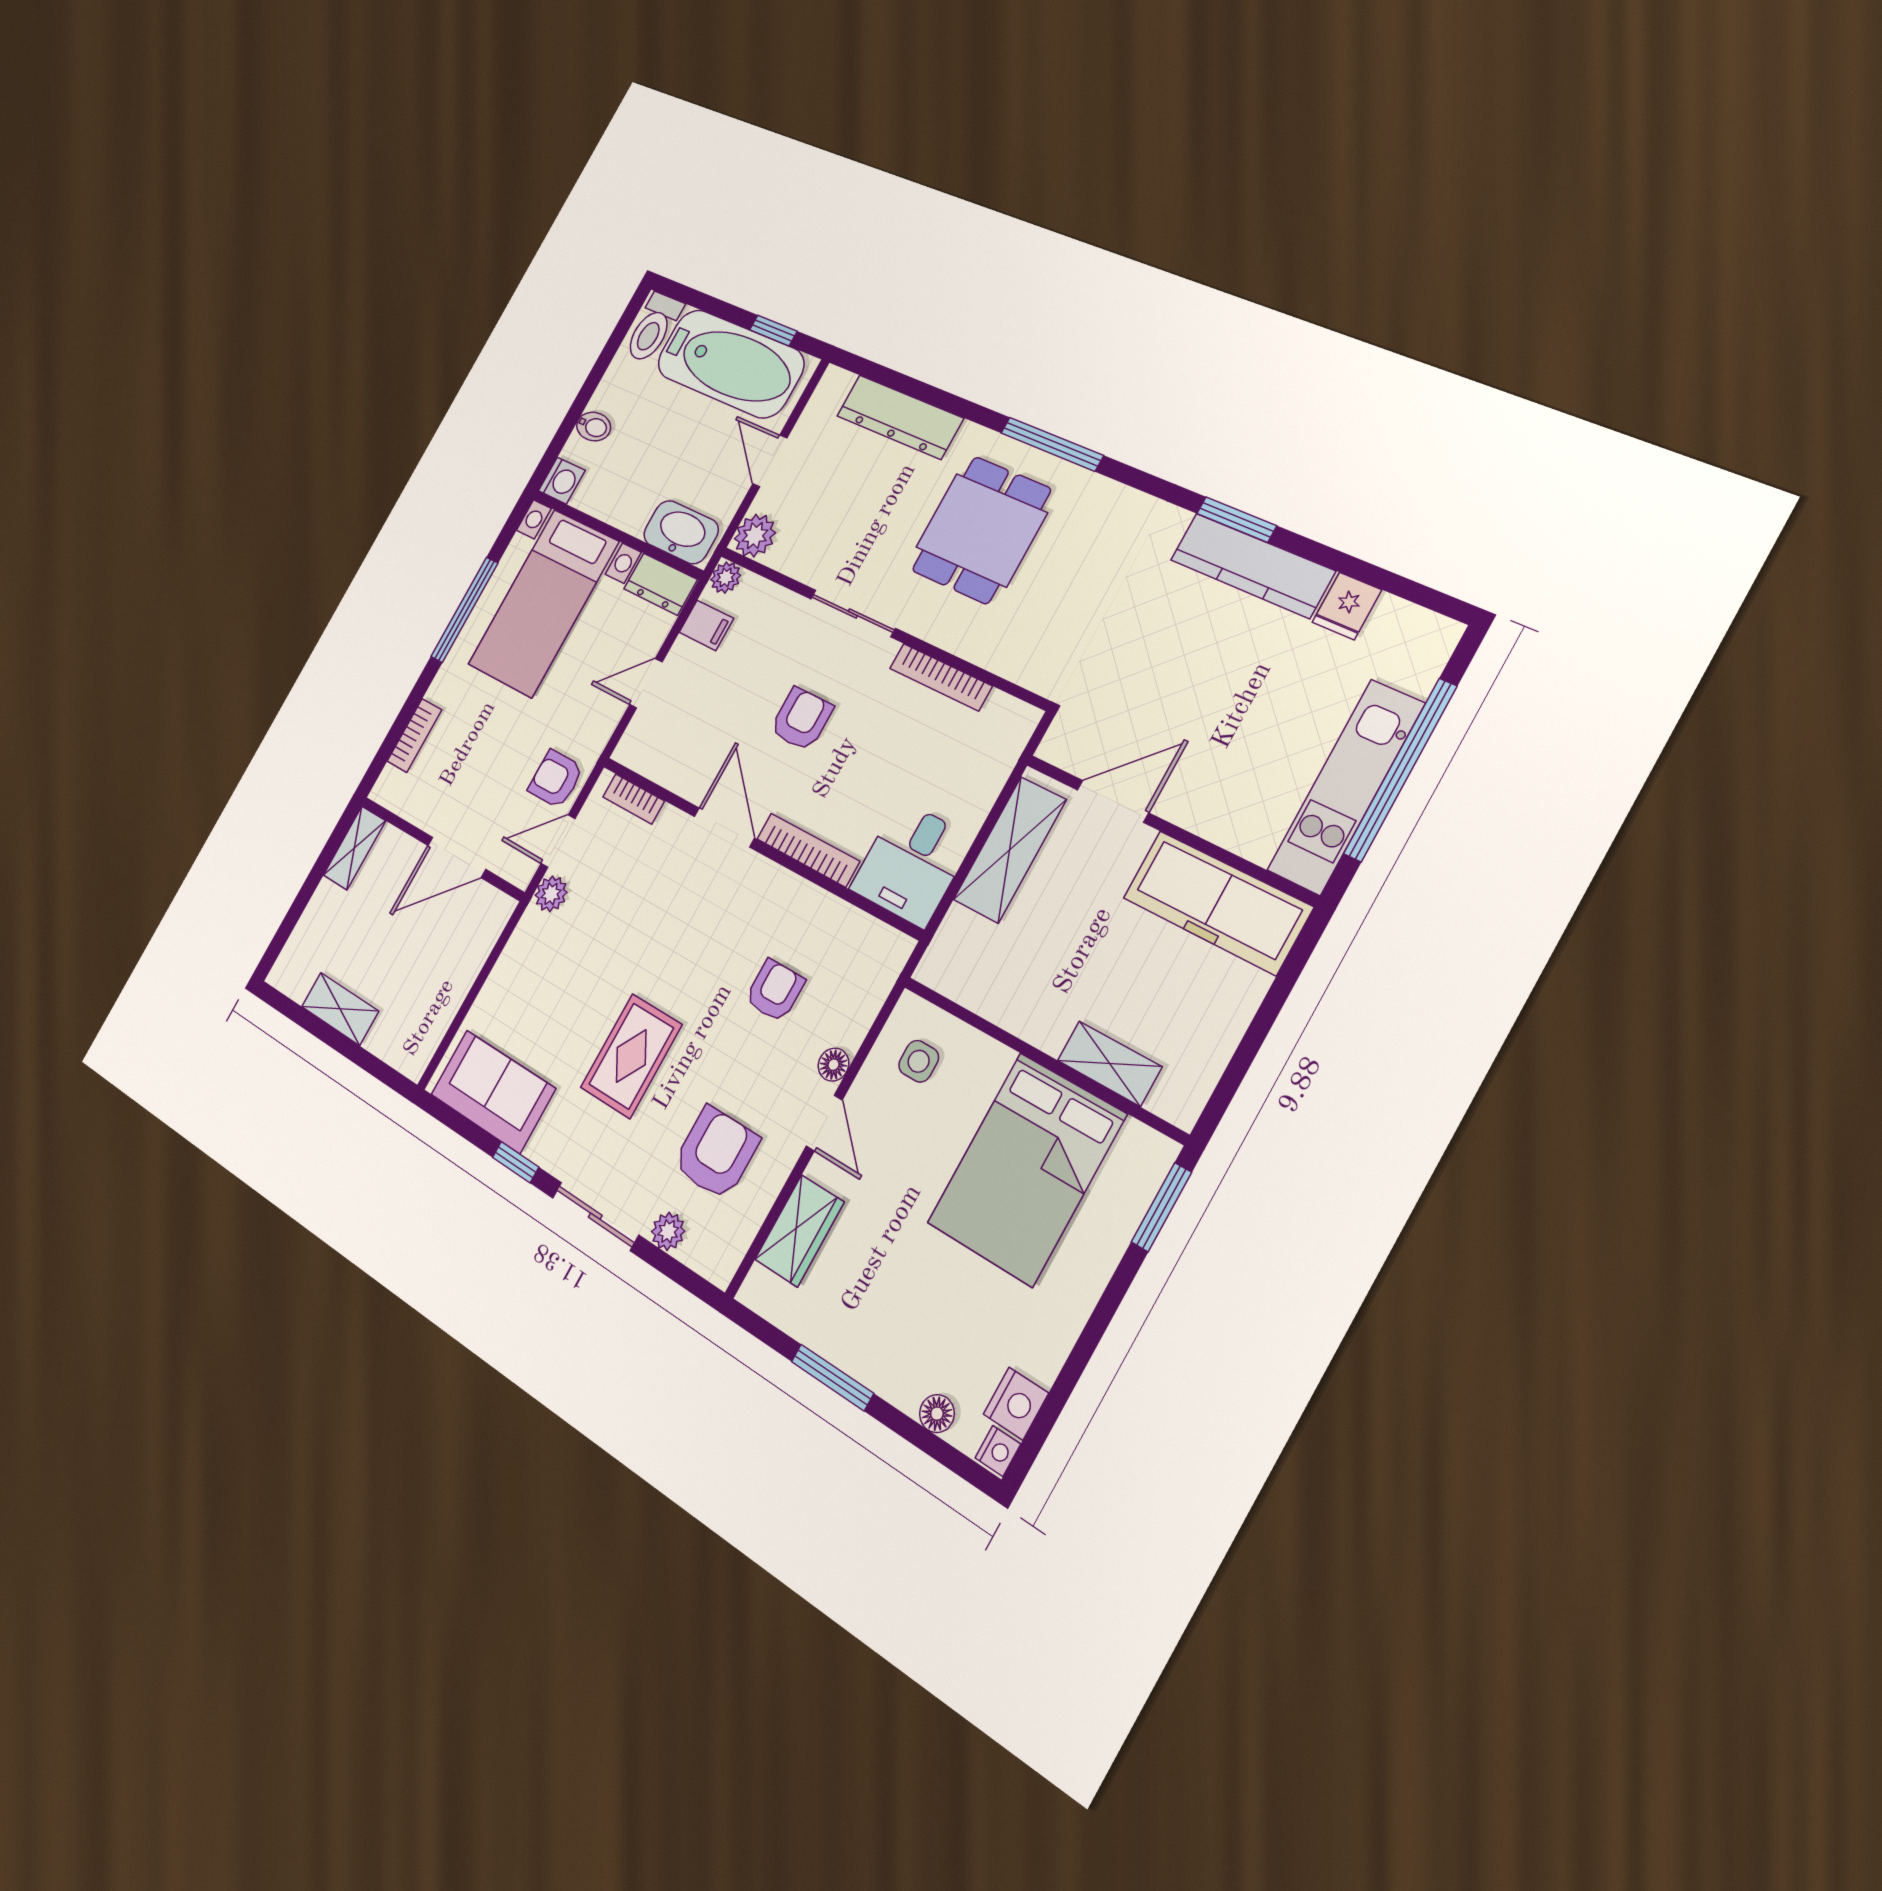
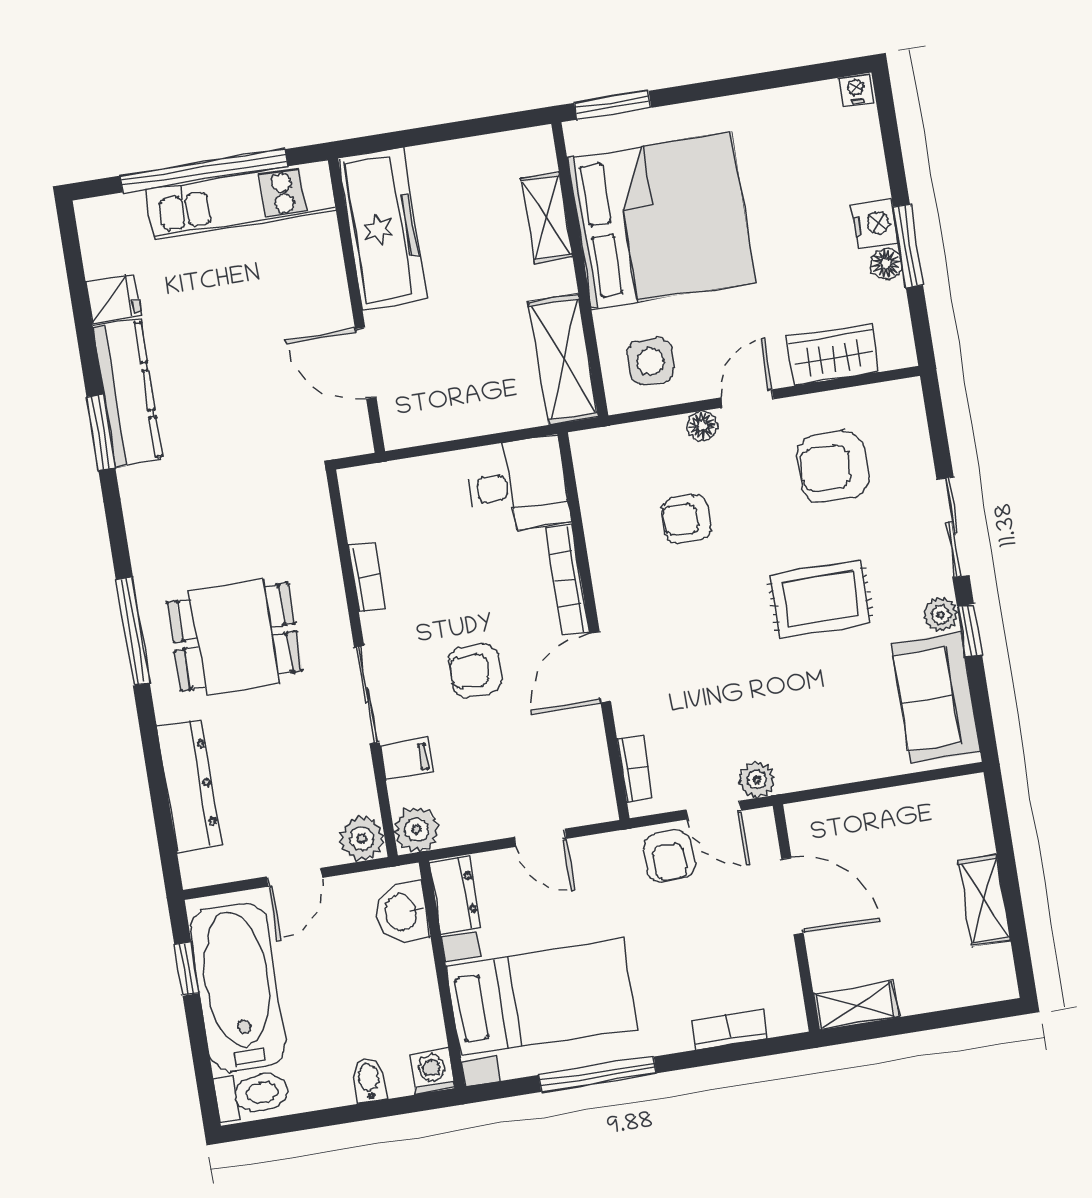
washbasin: (681, 532) -> (402, 912), width x0.72
plant: (726, 578) -> (417, 830), width x1.38, depth x1.38
filing cabinet: (706, 625) -> (407, 759), moved, turned 90
bookcase: (941, 677) -> (367, 577), width x0.64
shelving: (1010, 850) -> (564, 359), moved, turned 90
side table: (919, 1061) -> (650, 361), width x1.37, depth x1.37
bed: (1026, 1169) -> (661, 220), width x1.36
plant: (668, 1231) -> (941, 615), moved
nightstand: (1016, 1404) -> (875, 224), moved, turned 90
floor lamp: (937, 1414) -> (886, 264), moved

